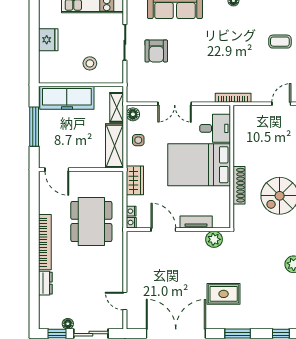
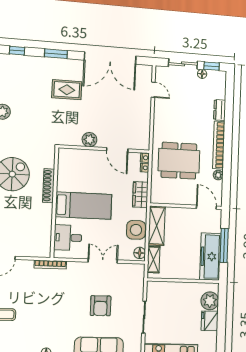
armchair: (156, 51) -> (101, 306), moved, turned 180
plant: (49, 62) -> (210, 301), added
stool: (90, 63) -> (175, 299), removed
freezer: (67, 98) -> (210, 257), moved, turned -90
side table: (138, 140) -> (136, 230), width x1.87, depth x1.87
bed: (199, 165) -> (84, 206), width x0.67
plant: (44, 207) -> (218, 175), added
dining table: (91, 221) -> (179, 161), turned 90
tv unit: (196, 222) -> (88, 155), removed
plant: (214, 239) -> (89, 140), moved

